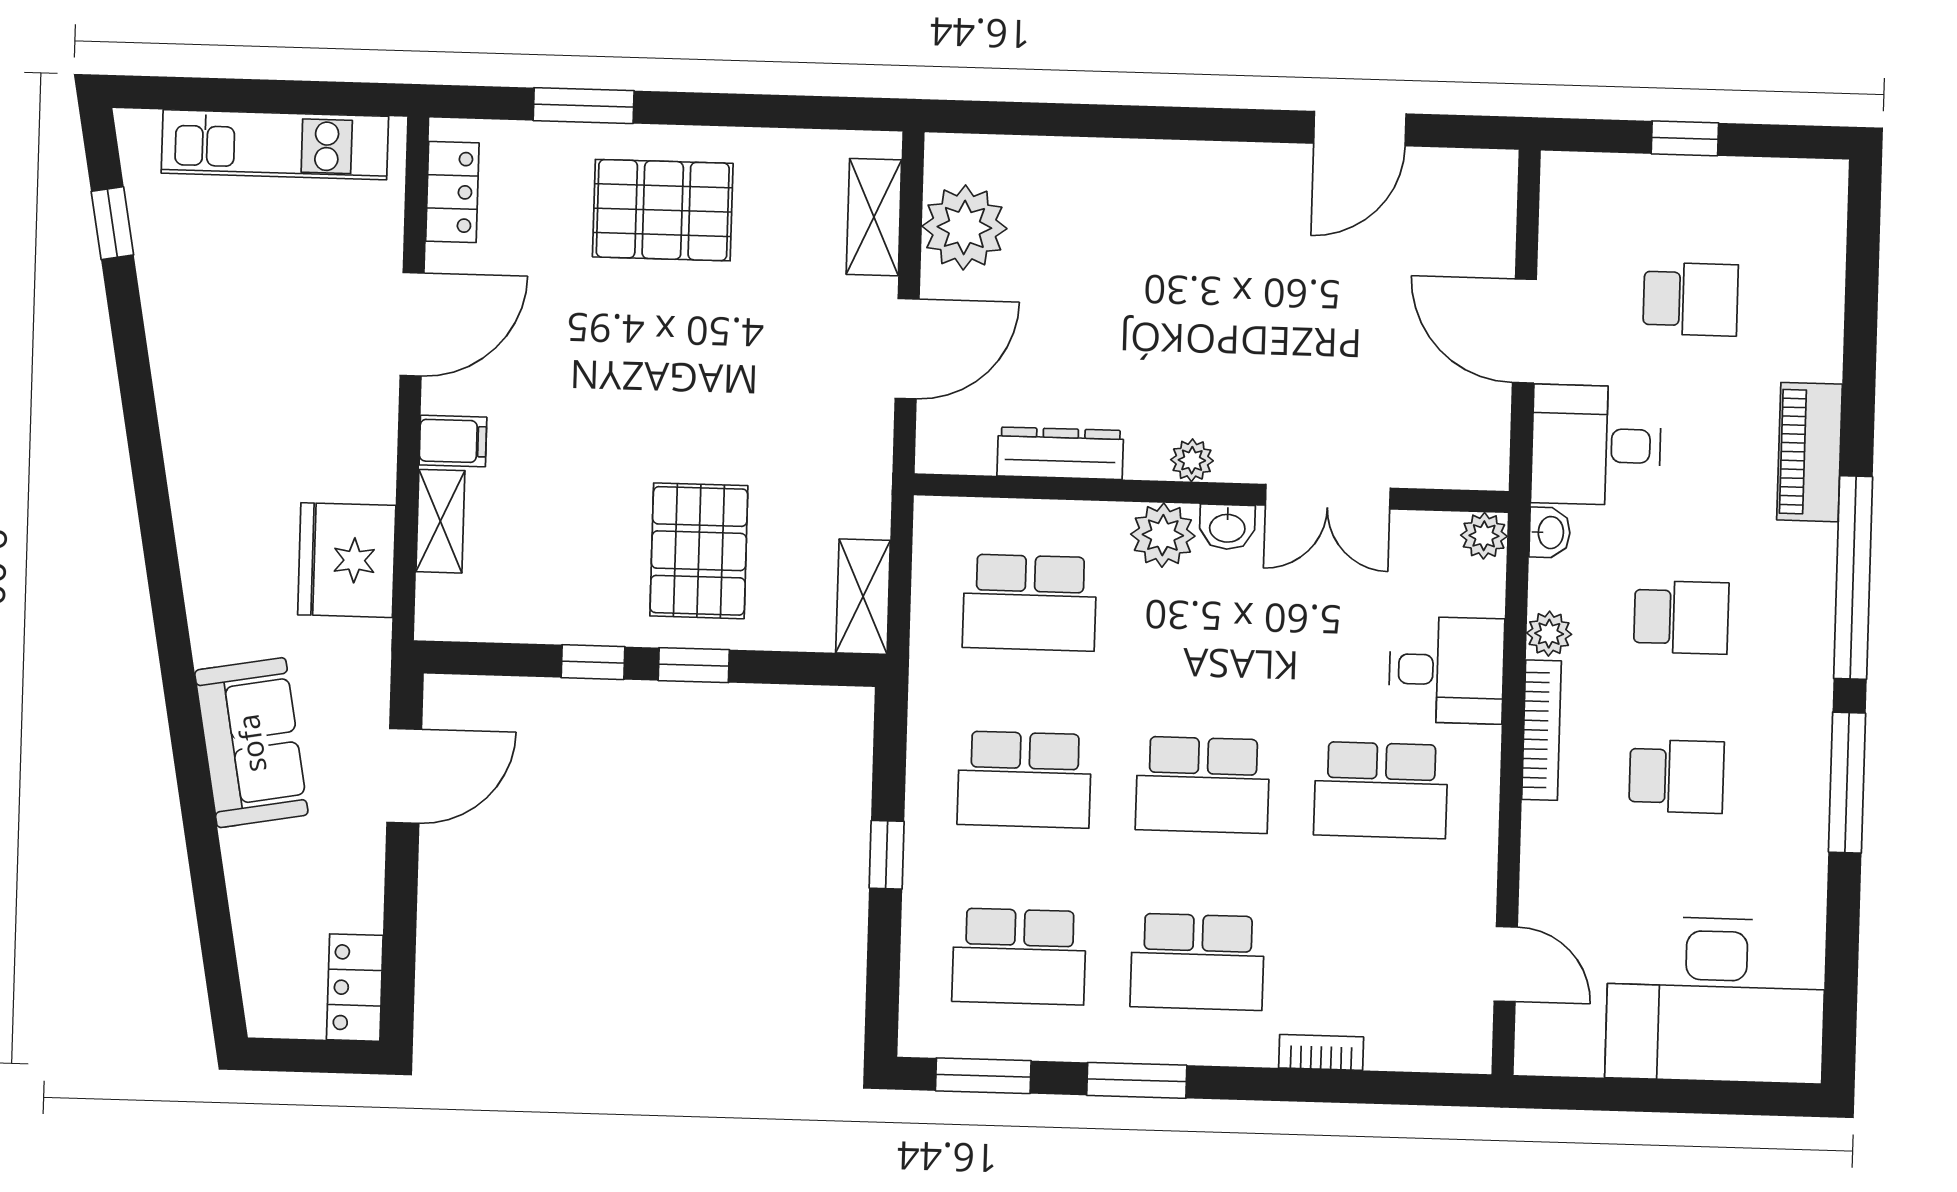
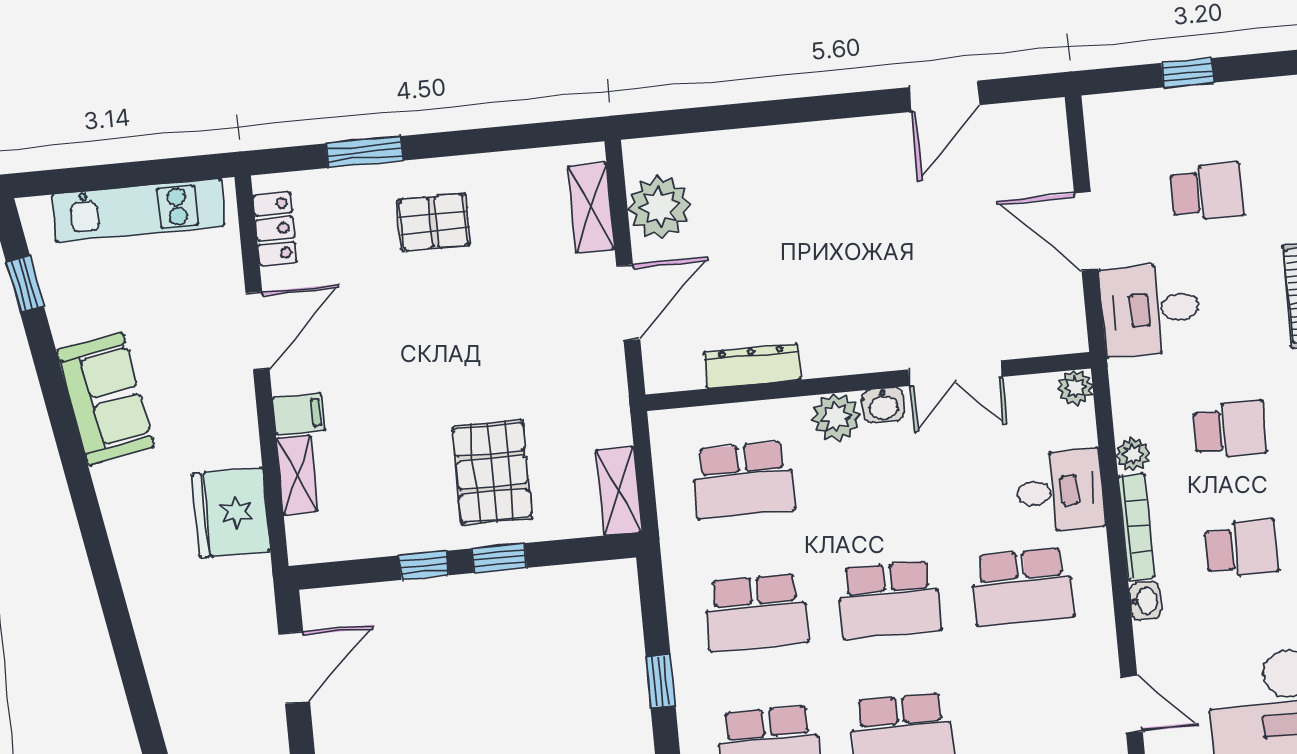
pallet: (663, 210) -> (433, 222), width x0.67, depth x0.71
plant: (1192, 460) -> (851, 359), removed
washbasin: (1550, 532) -> (1145, 601), moved
sofa: (251, 743) -> (105, 399), moved

